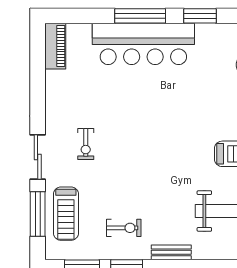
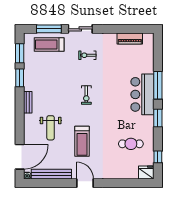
bar counter: (143, 44) -> (142, 94), width x0.73
piano: (55, 46) -> (130, 39), moved
exercise bike: (124, 228) -> (86, 95), moved

